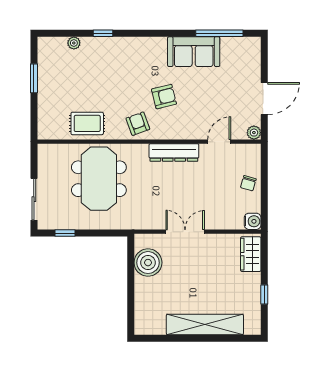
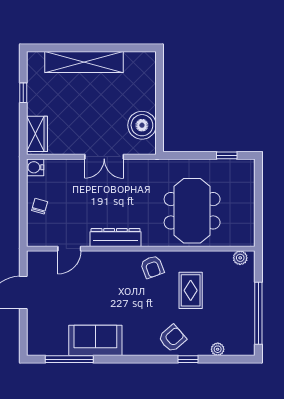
window: (34, 78) -> (258, 313), width x2.11
armchair: (164, 97) -> (172, 338), moved, turned 153
rug: (87, 123) -> (191, 290), moved, turned 90
plant: (254, 133) -> (240, 258), moved
sliding door: (34, 199) -> (258, 190), removed

